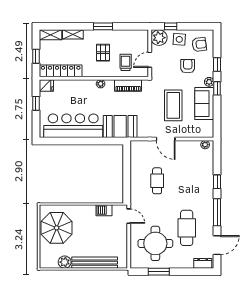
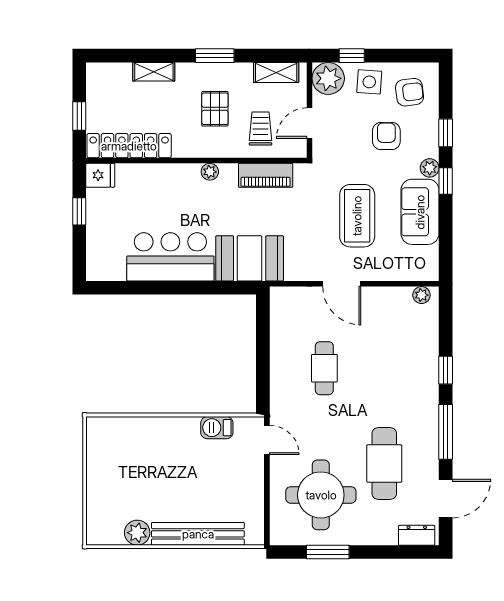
shelving: (51, 35) -> (276, 73), moved
bar counter: (73, 126) -> (170, 257), width x0.73
parasol: (57, 228) -> (121, 463), removed

